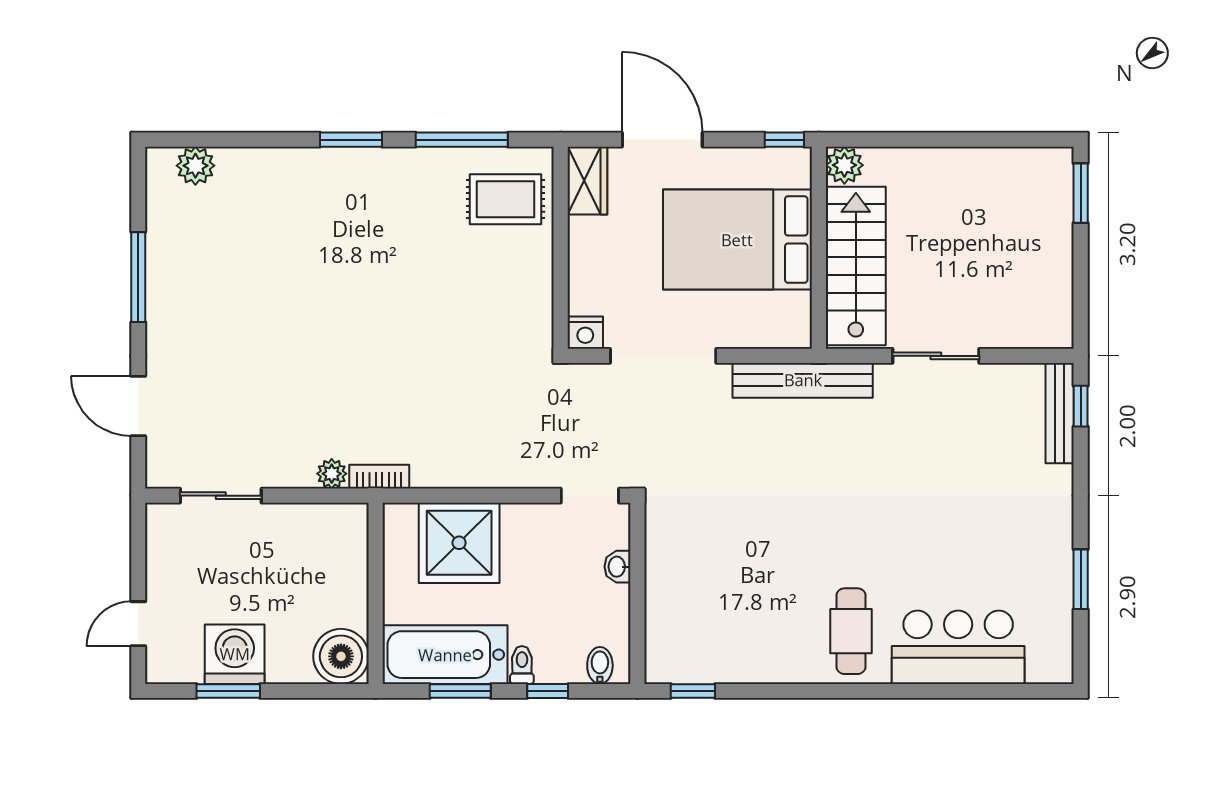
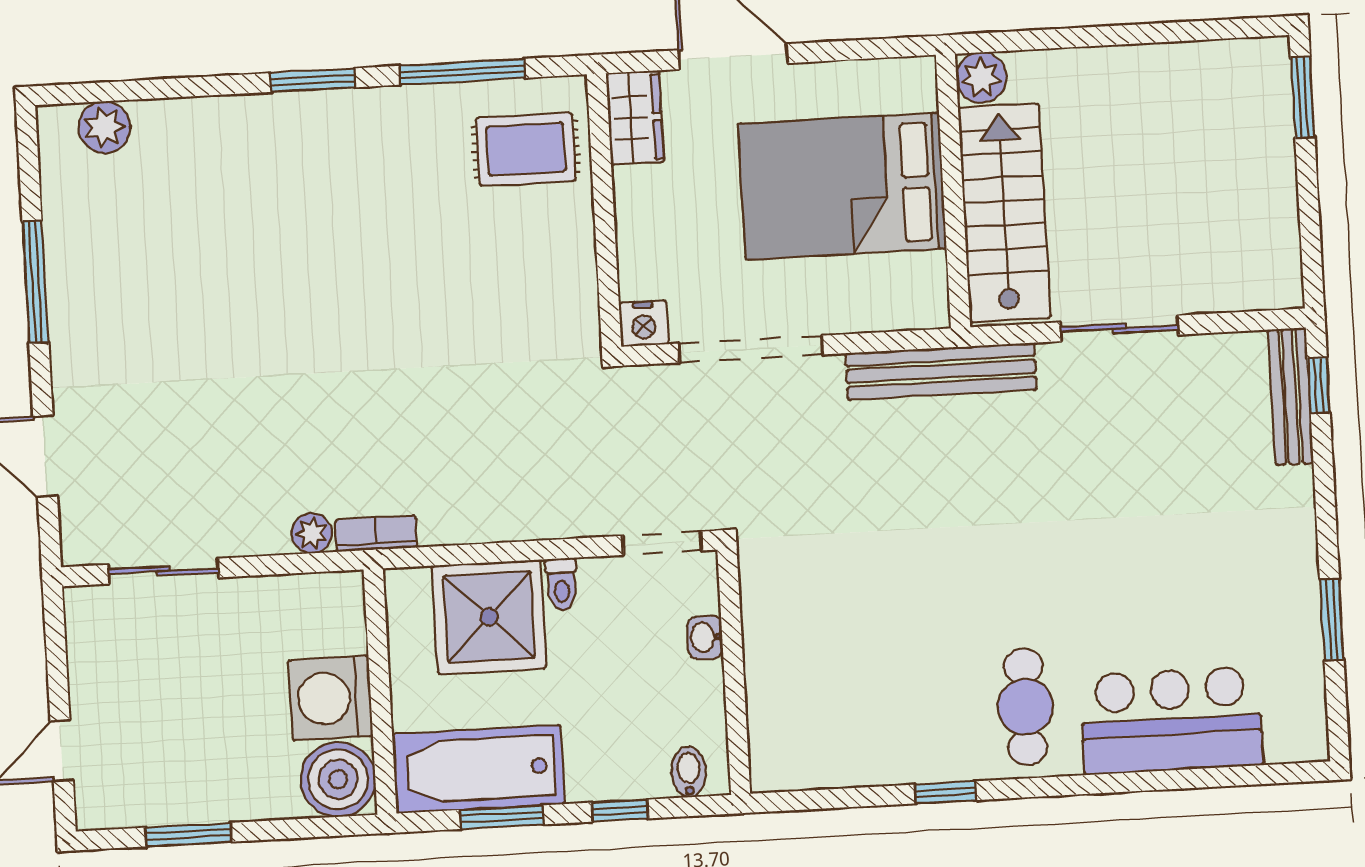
window: (784, 140) -> (898, 47), removed
washing machine: (235, 654) -> (331, 698), moved, turned -90
toilet: (522, 665) -> (561, 584), moved, turned 180
window: (693, 691) -> (945, 792), moved

